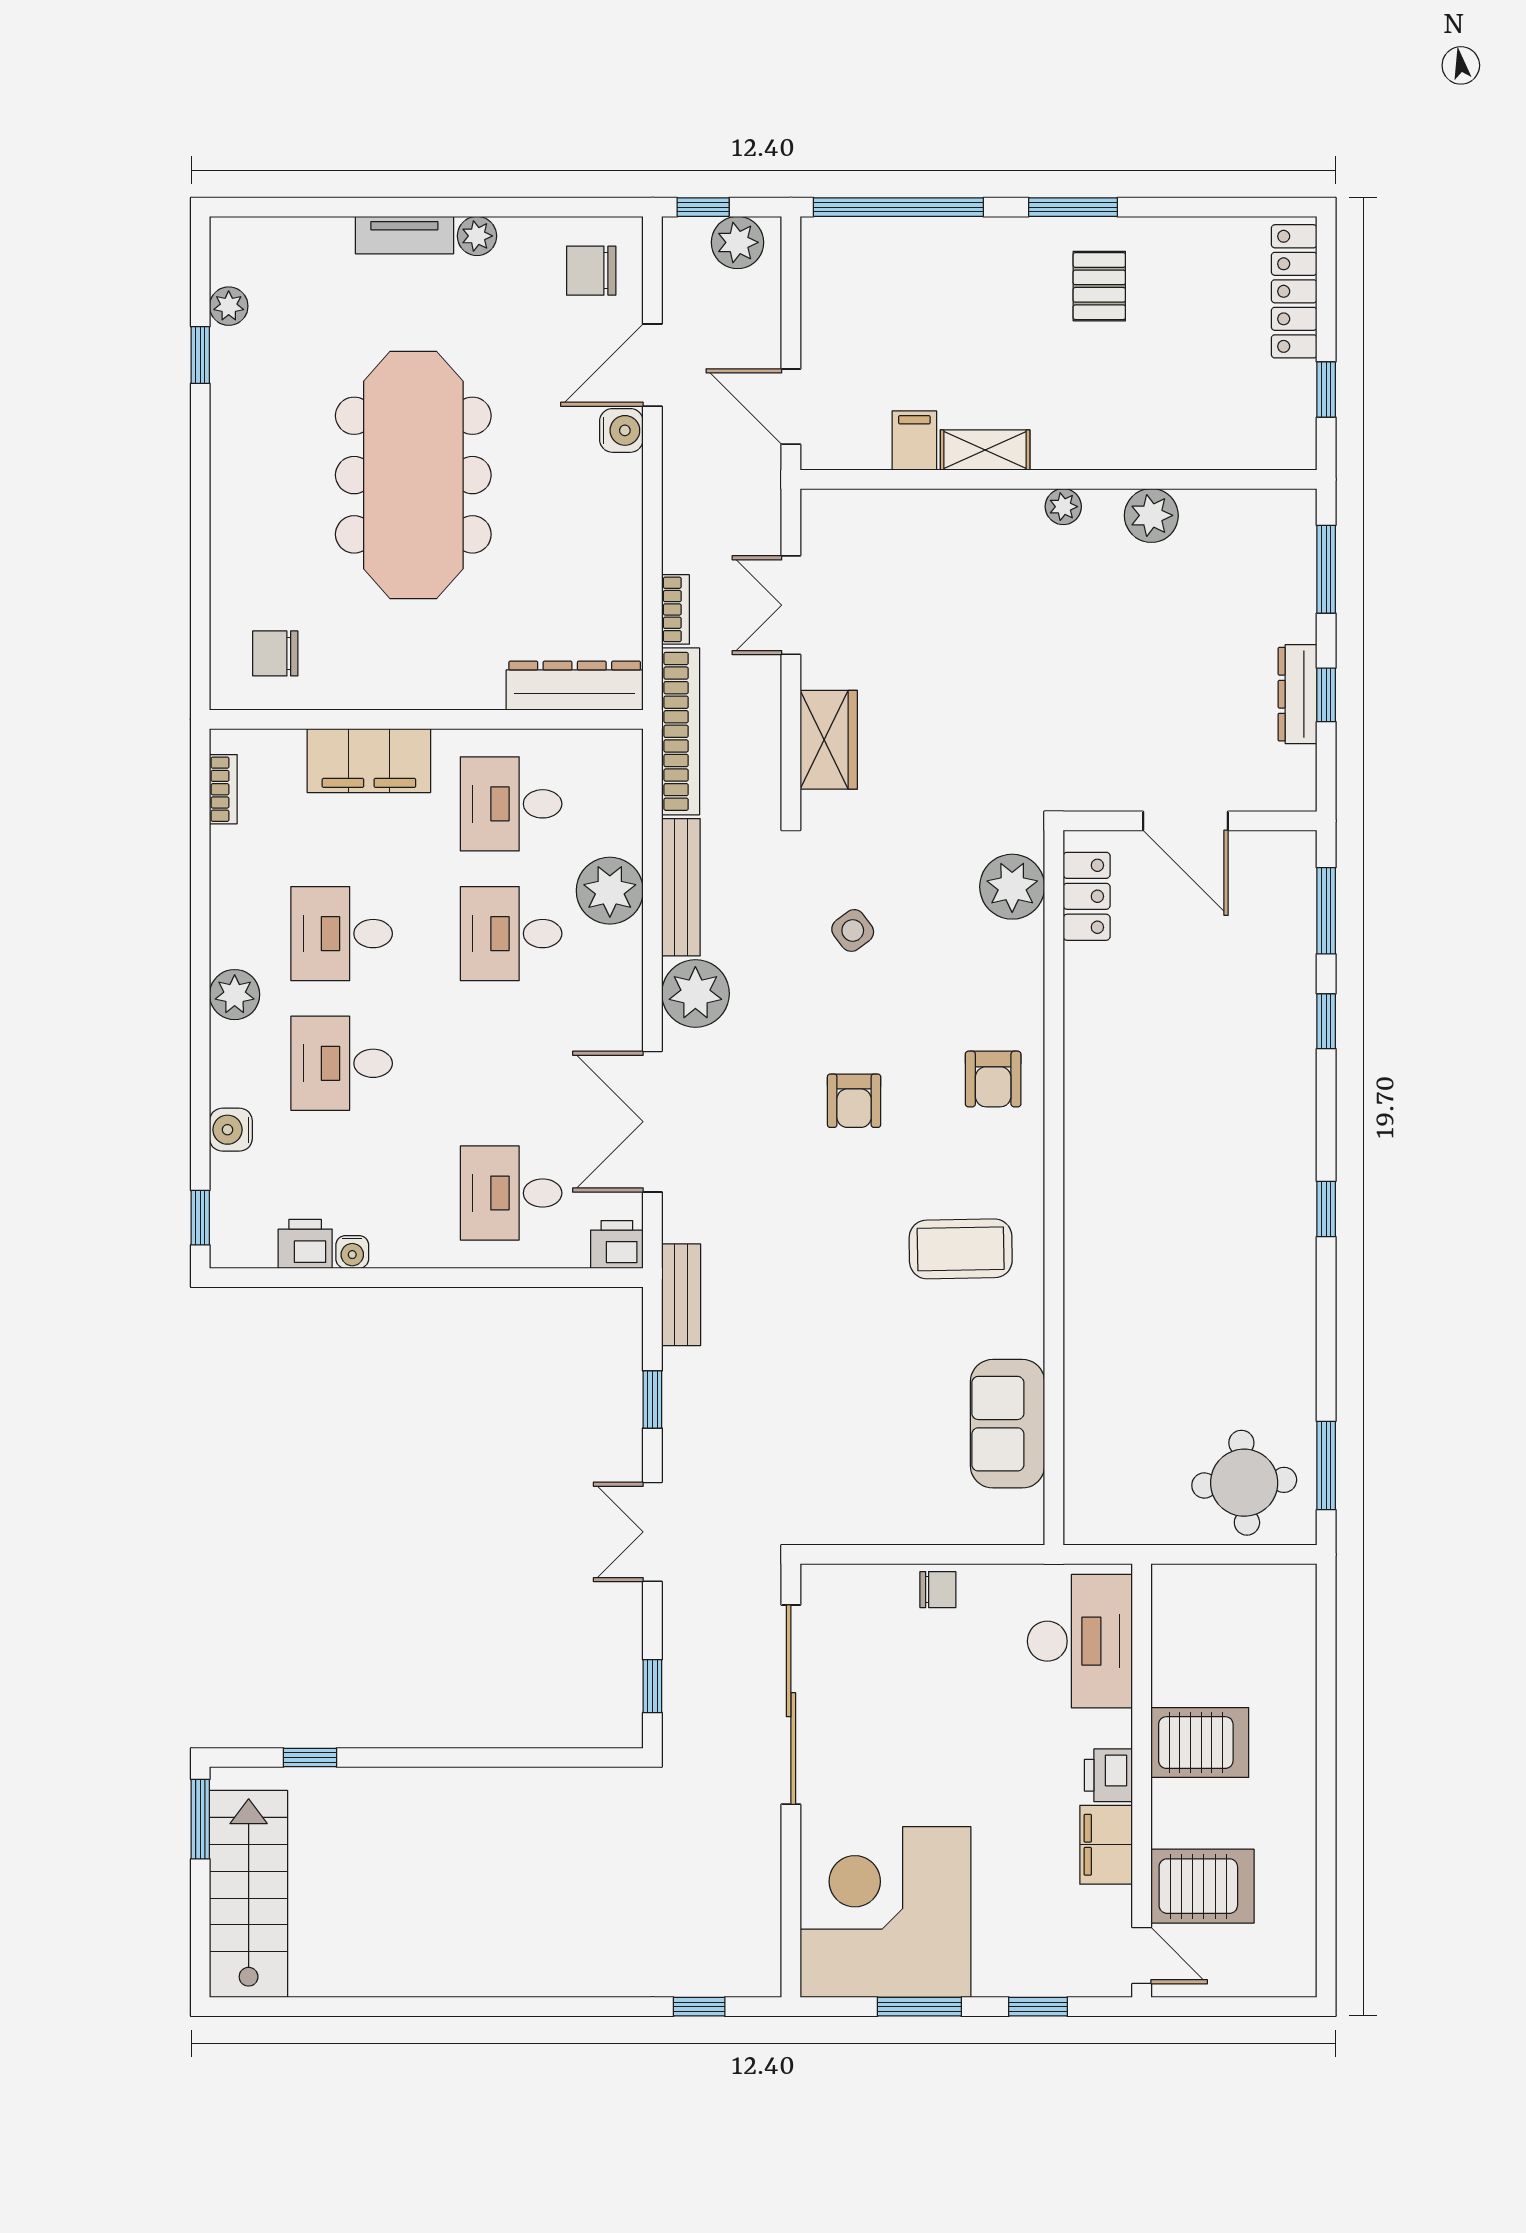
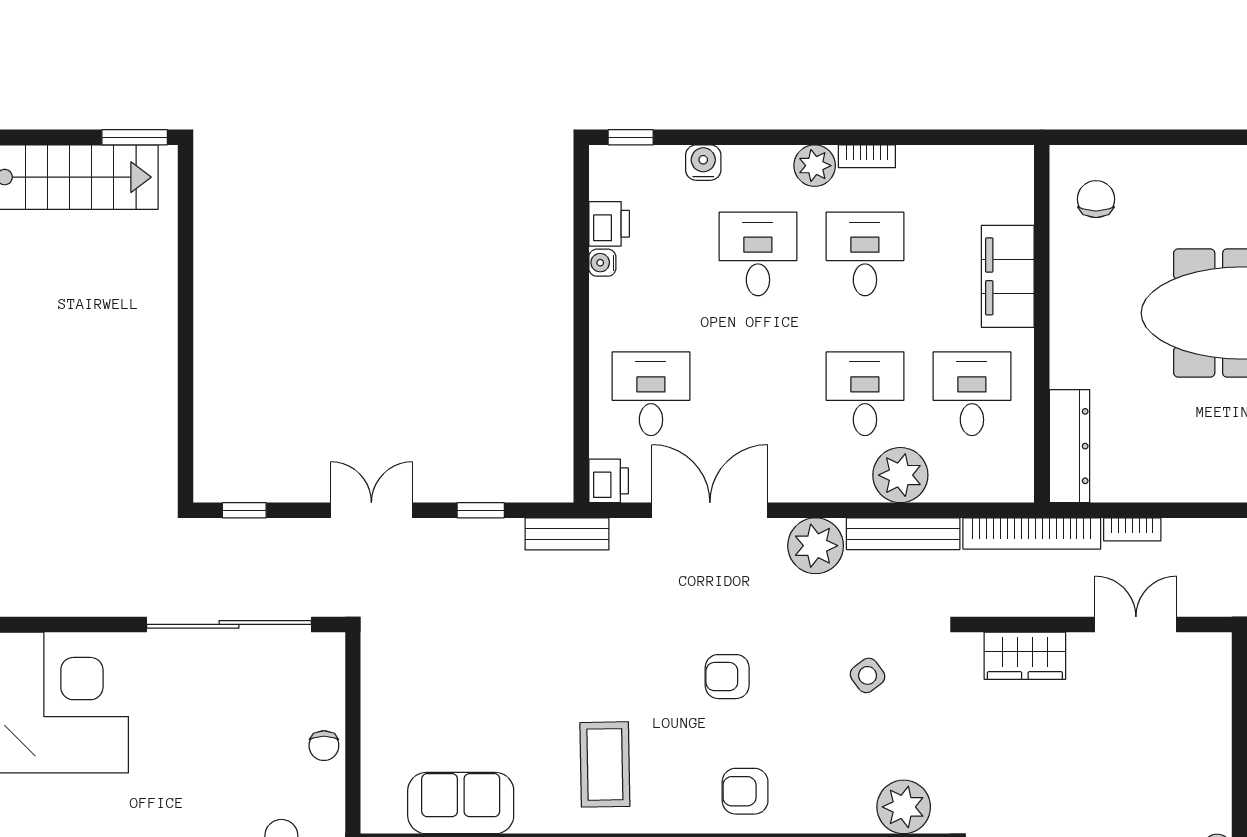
bookcase: (223, 789) -> (867, 156), moved
window: (310, 1757) -> (185, 228), removed

